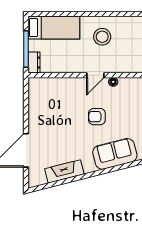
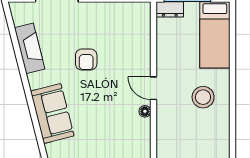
armchair: (97, 117) -> (86, 60), moved, turned 180

